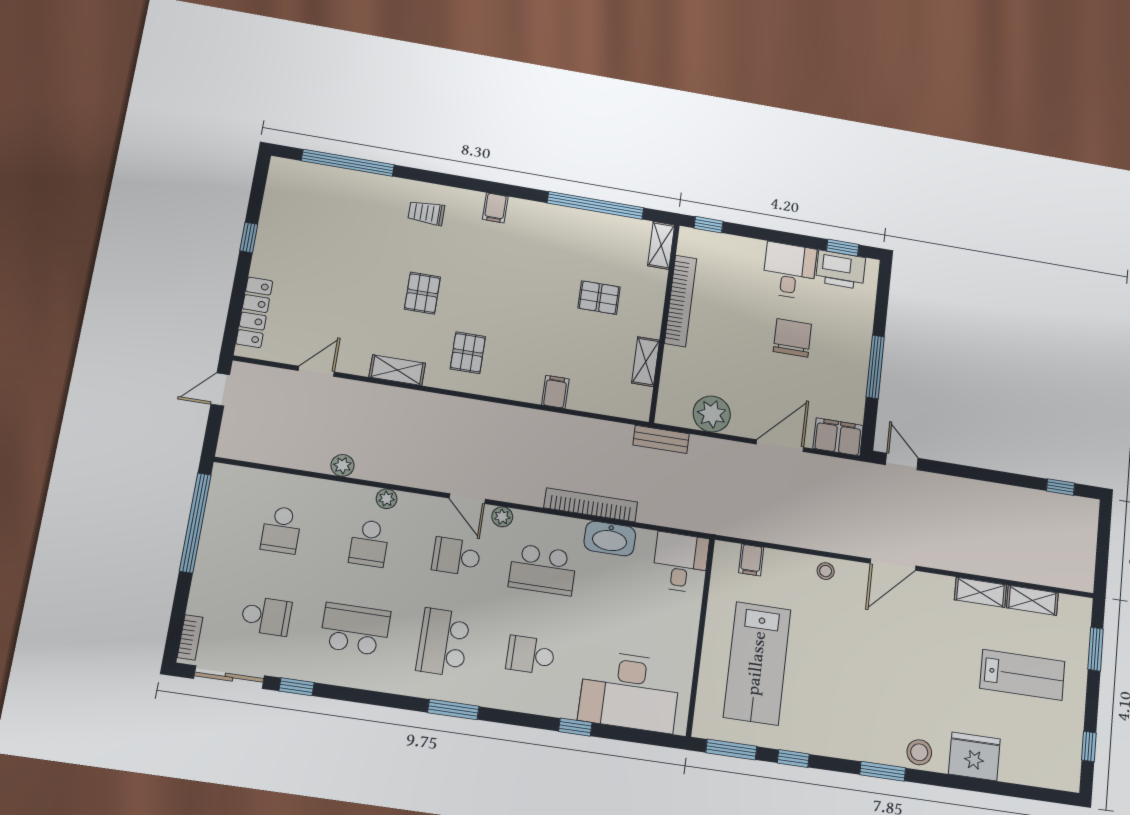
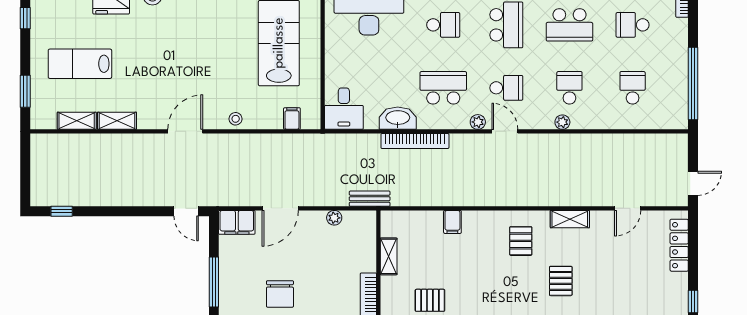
plant: (712, 414) -> (334, 218), width x0.53, depth x0.53
plant: (343, 465) -> (597, 142), removed

